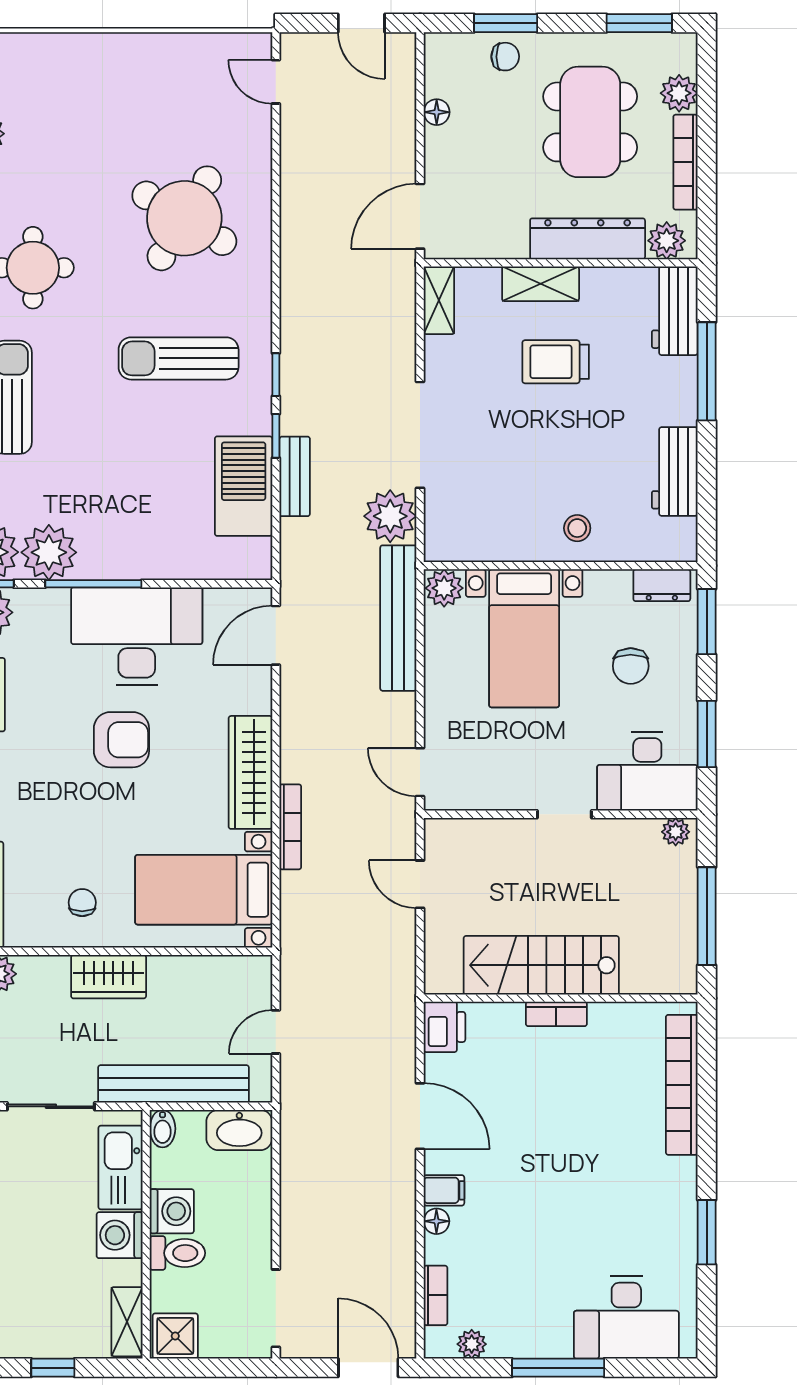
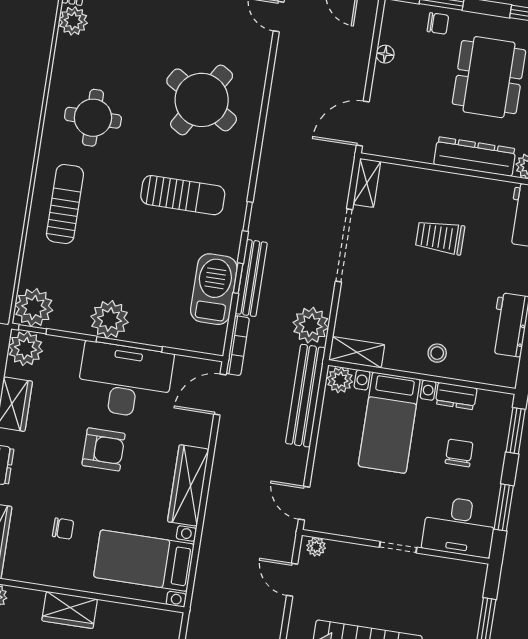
shelving: (541, 284) -> (357, 352), moved
sun lounger: (179, 358) -> (183, 195), turned 180
doorway: (420, 435) -> (344, 245), moved
window: (276, 436) -> (238, 278), moved
bench: (295, 476) -> (251, 278), width x1.36
plant: (49, 552) -> (110, 319), moved
window: (93, 584) -> (129, 344), moved
dresser: (662, 585) -> (456, 396), moved
chair: (631, 666) -> (459, 453), turned 180
bookcase: (290, 827) -> (238, 346), moved
plant: (676, 832) -> (316, 547), moved
chair: (82, 903) -> (63, 529), moved, turned 90

